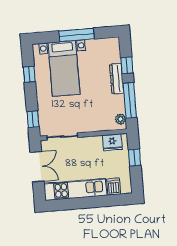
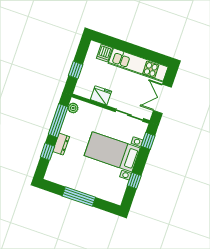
bed with nightstands: (64, 68) -> (112, 152), moved, turned -90
dresser: (117, 79) -> (61, 144), width x0.70
fridge: (112, 142) -> (101, 95), moved

